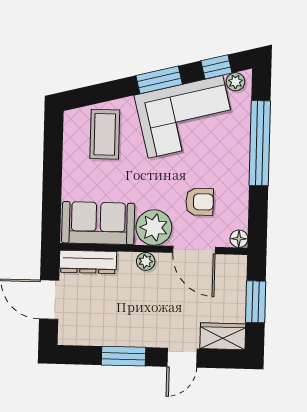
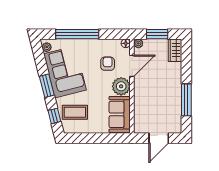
window: (216, 67) -> (54, 116), moved
plant: (146, 261) -> (138, 43), moved
dresser: (88, 262) -> (139, 119), removed
window: (124, 356) -> (186, 100), width x1.44
door: (182, 358) -> (186, 70), removed

